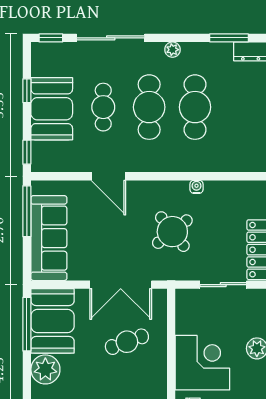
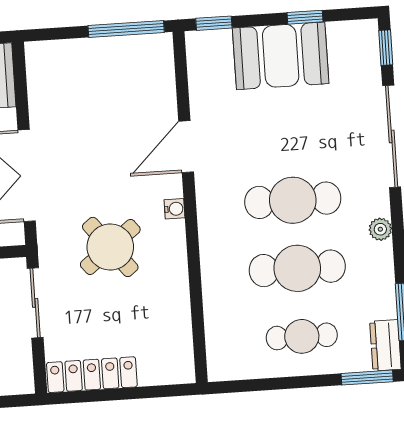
cafe table: (103, 107) -> (302, 336), moved
water cooler: (197, 187) -> (175, 209), moved
sofa: (49, 238) -> (88, 64), removed
sliding door: (223, 285) -> (35, 303), moved

